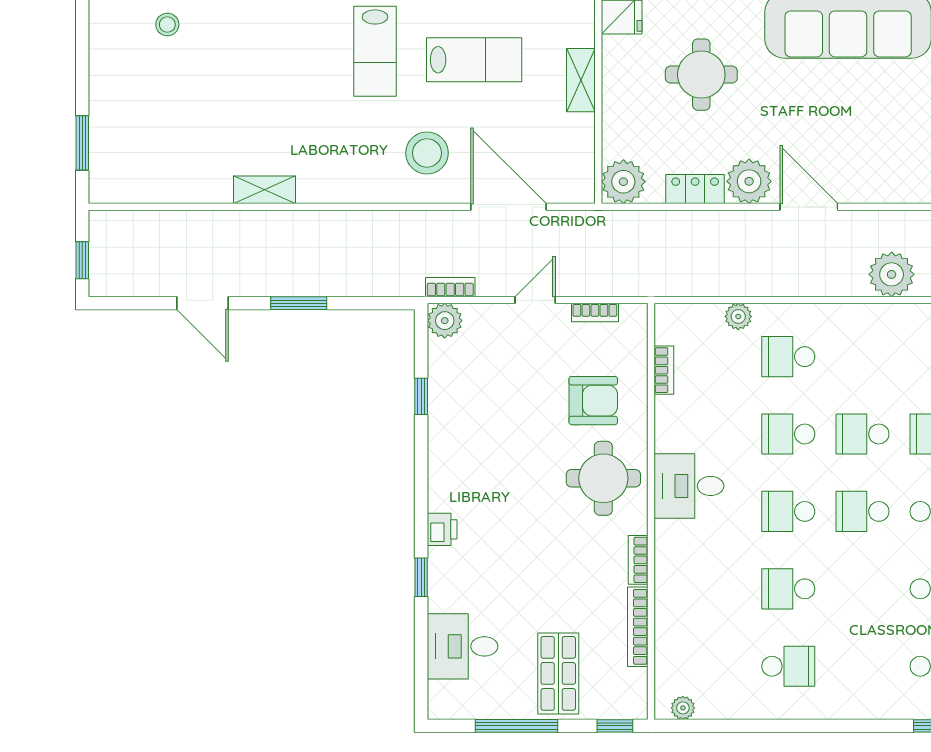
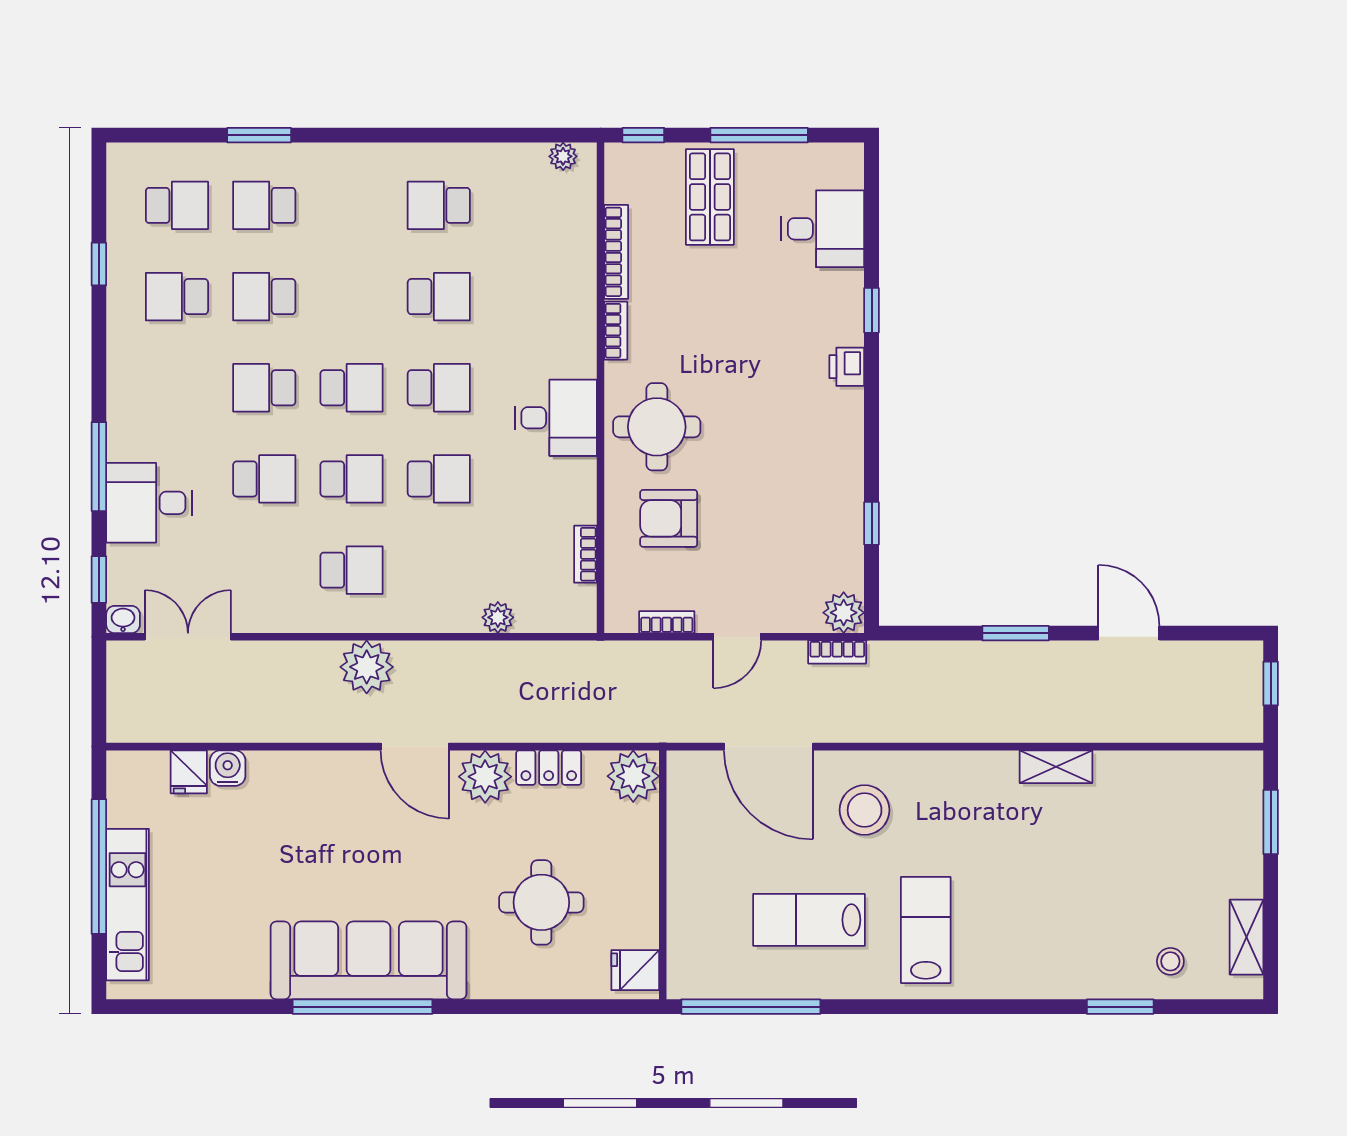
shelving: (581, 80) -> (1246, 937), moved
plant: (892, 274) -> (367, 667), moved
school desk: (788, 357) -> (352, 570), moved

